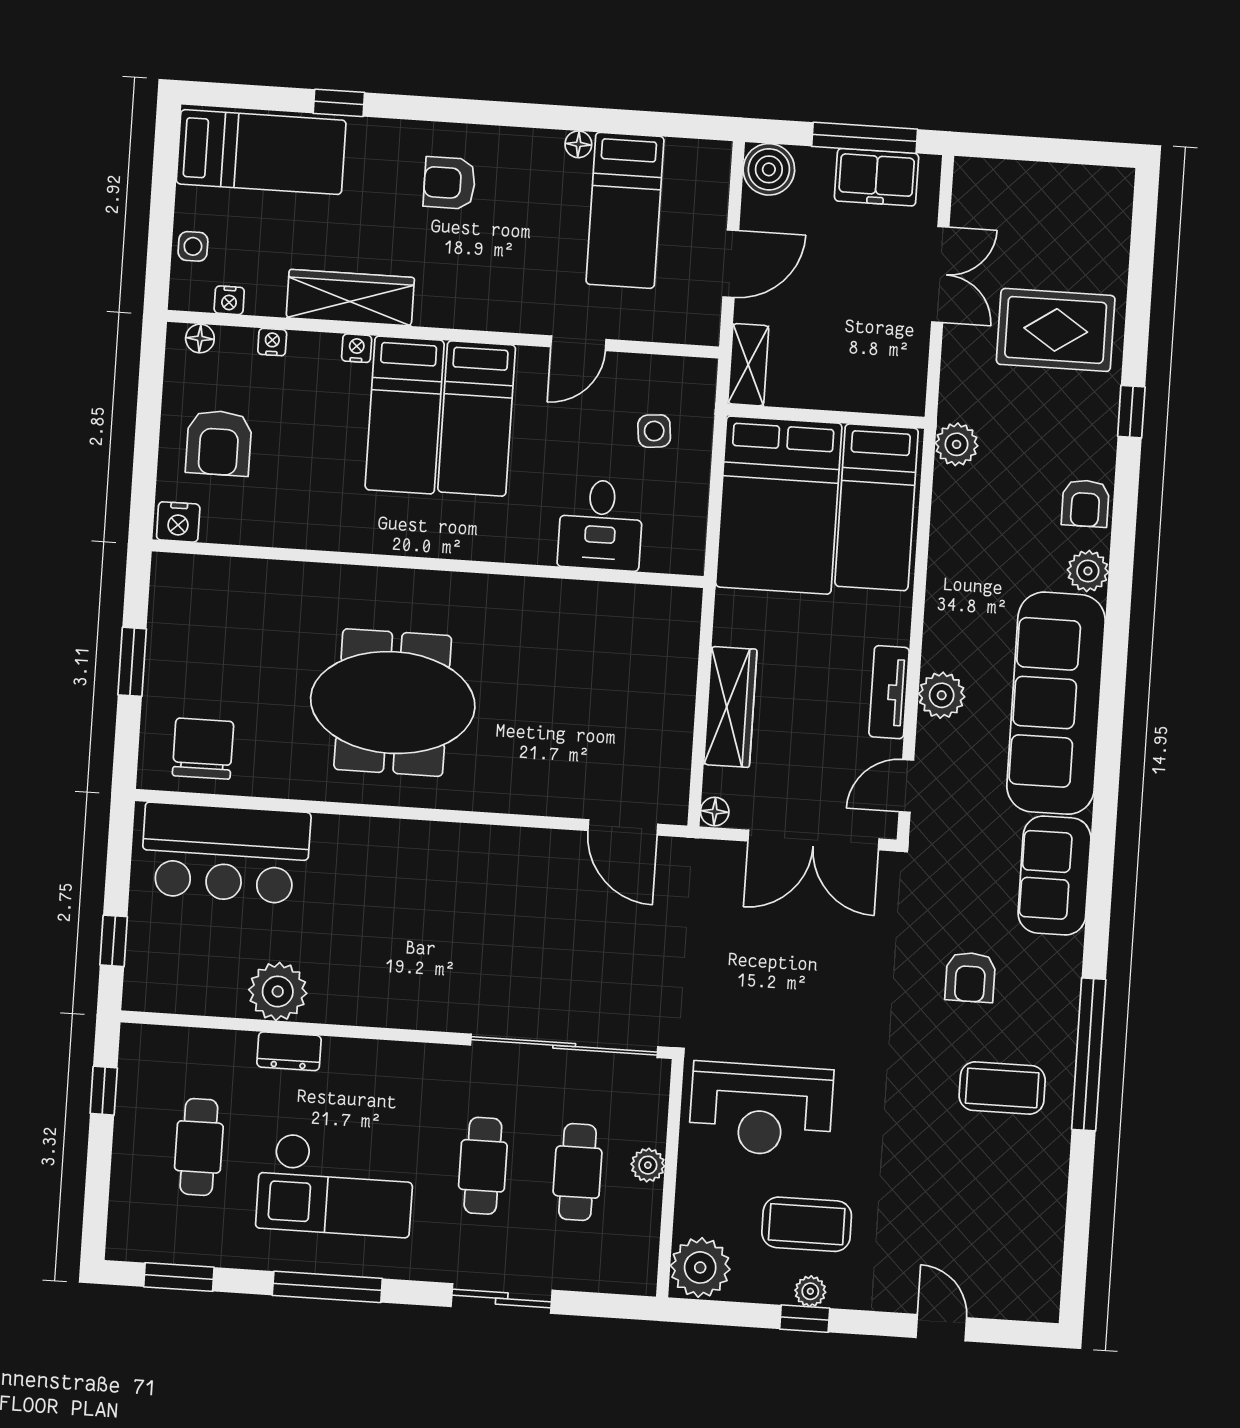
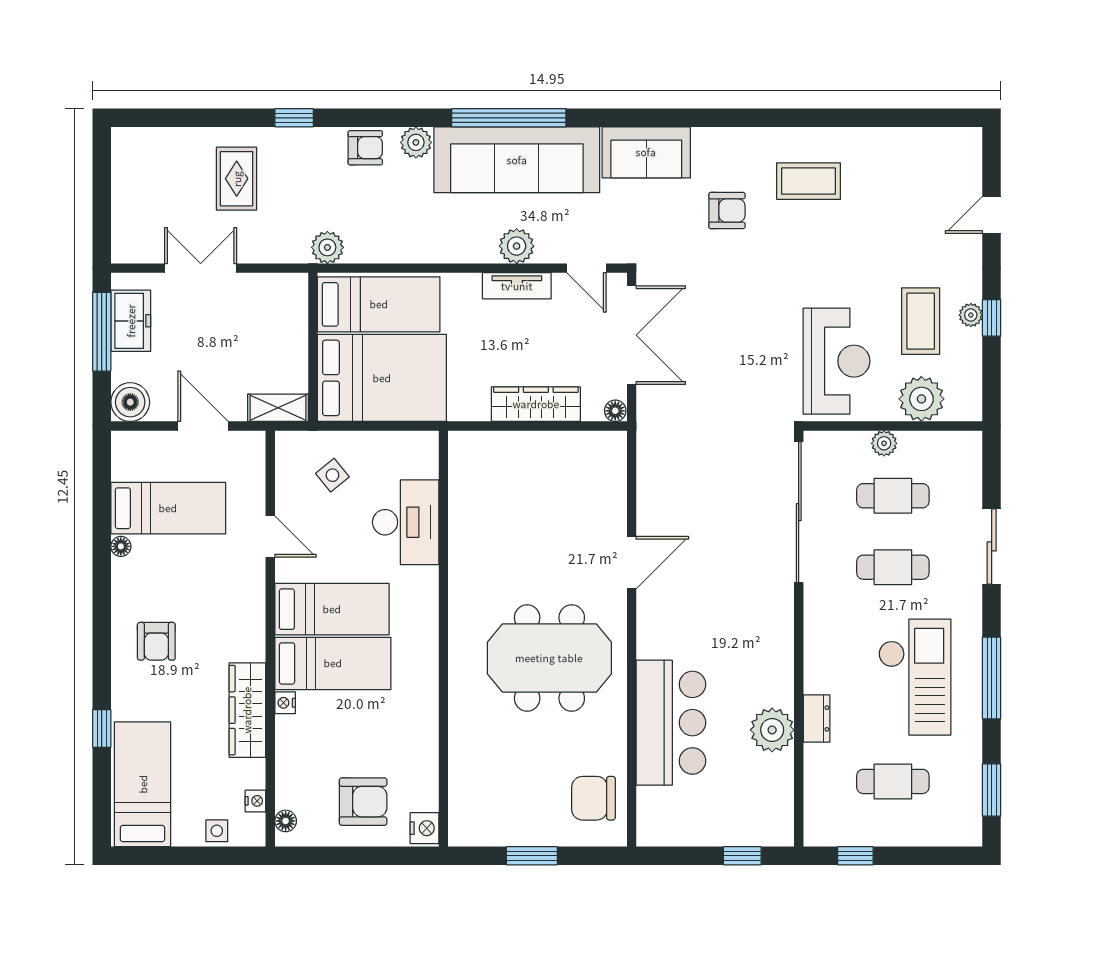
rug: (1056, 330) -> (237, 179), width x0.73, depth x0.70
nightstand: (272, 342) -> (285, 767), removed
side table: (654, 431) -> (332, 475), turned -33
desk: (601, 525) -> (406, 522), width x1.37
meeting table: (393, 703) -> (549, 658), turned 90
door: (623, 827) -> (632, 563), moved
bar counter: (225, 853) -> (671, 723), moved
window: (1089, 1054) -> (509, 118), moved
coffee table: (1002, 1088) -> (809, 181), turned 90
plant: (700, 1267) -> (921, 399), moved

